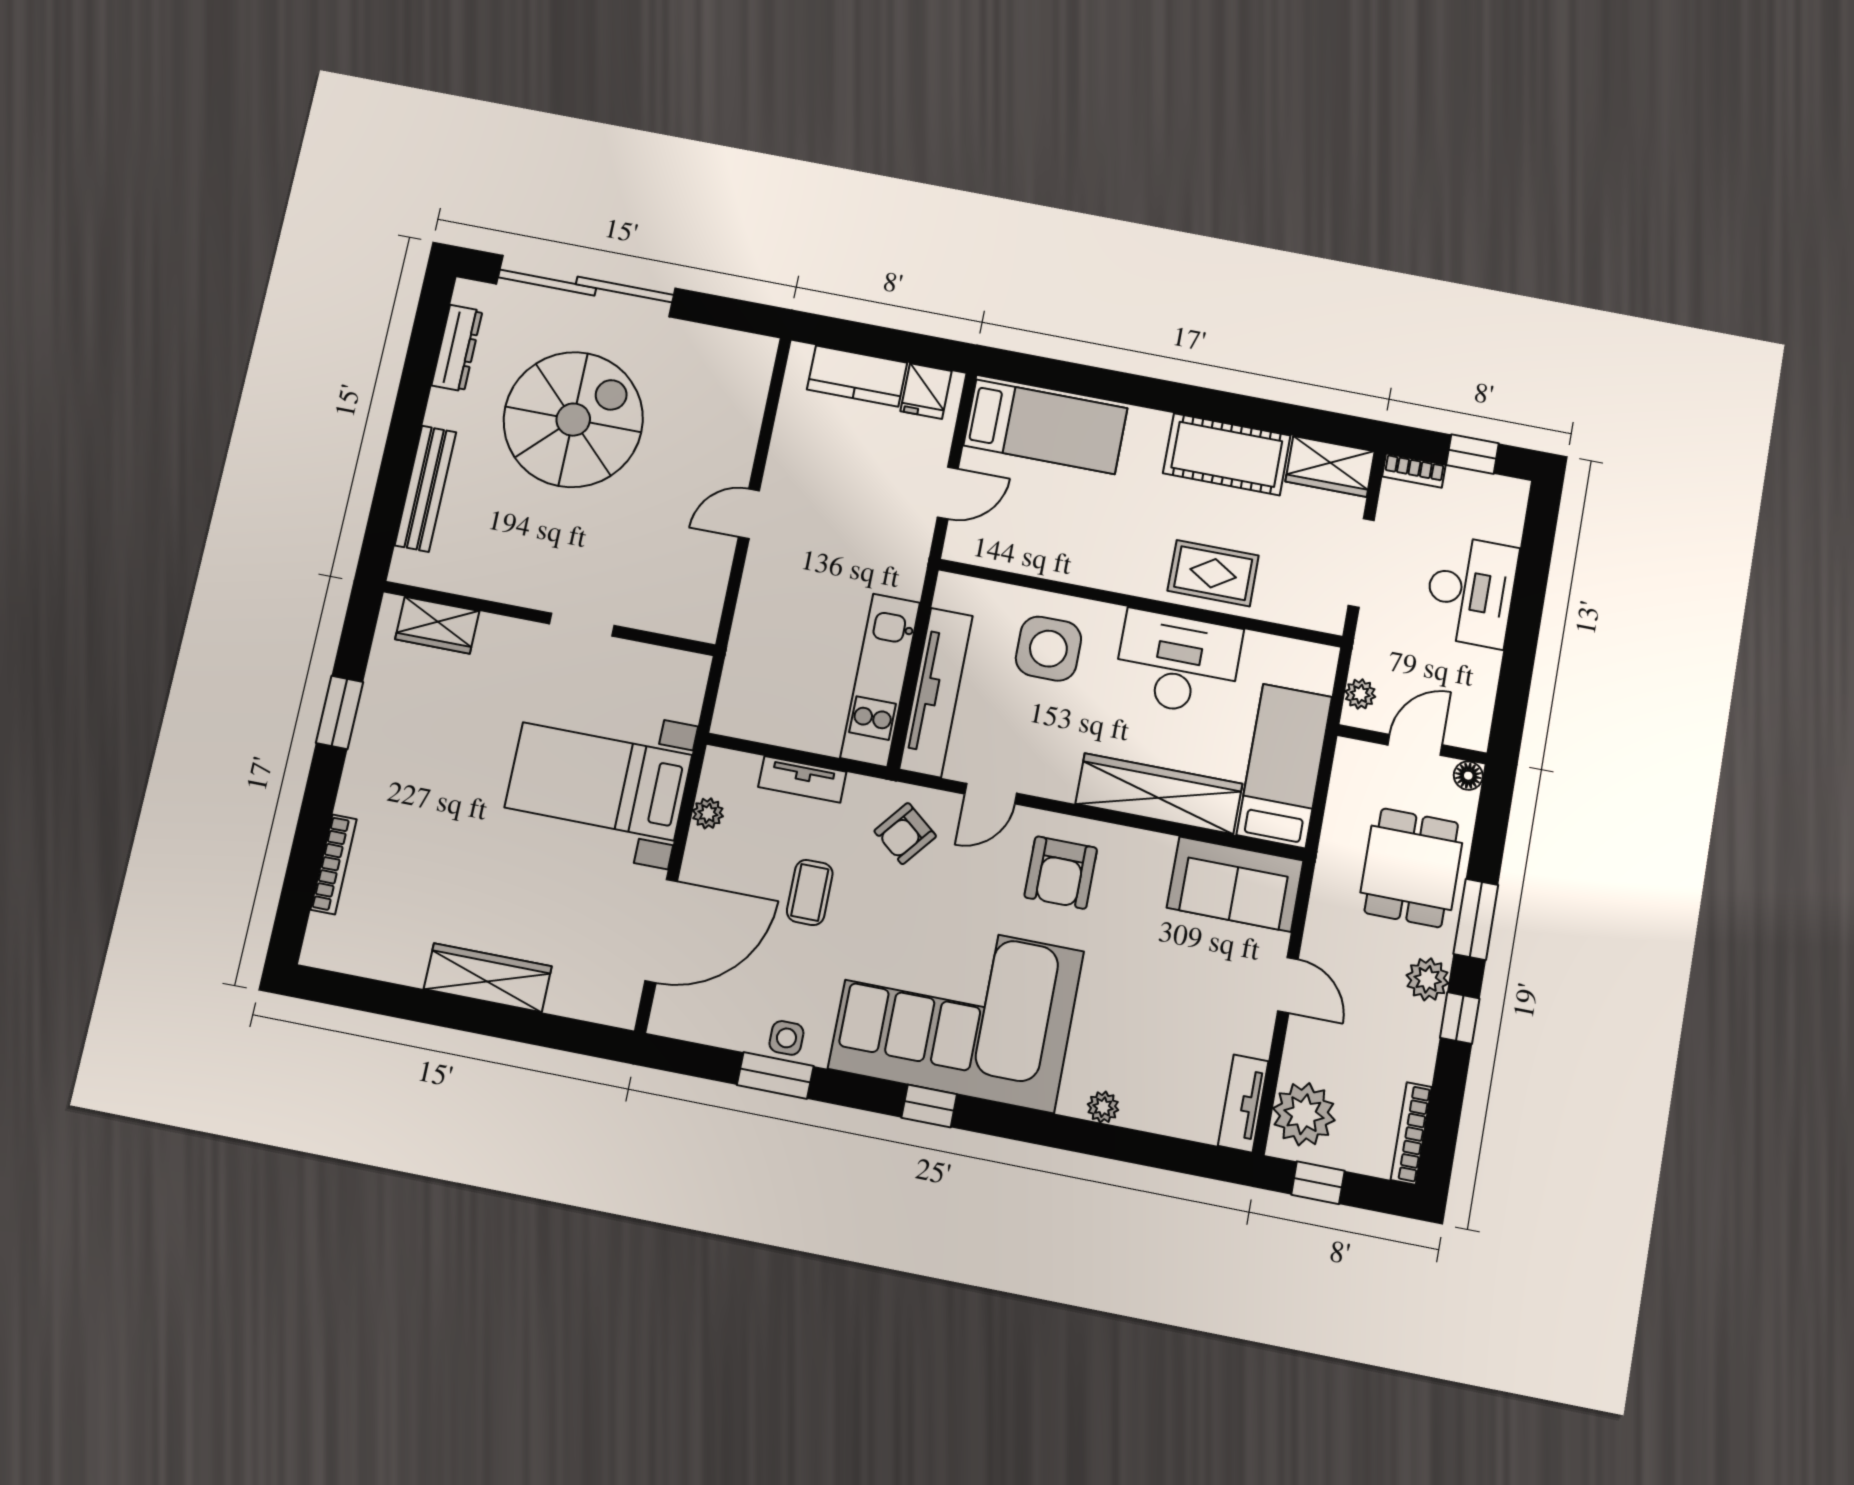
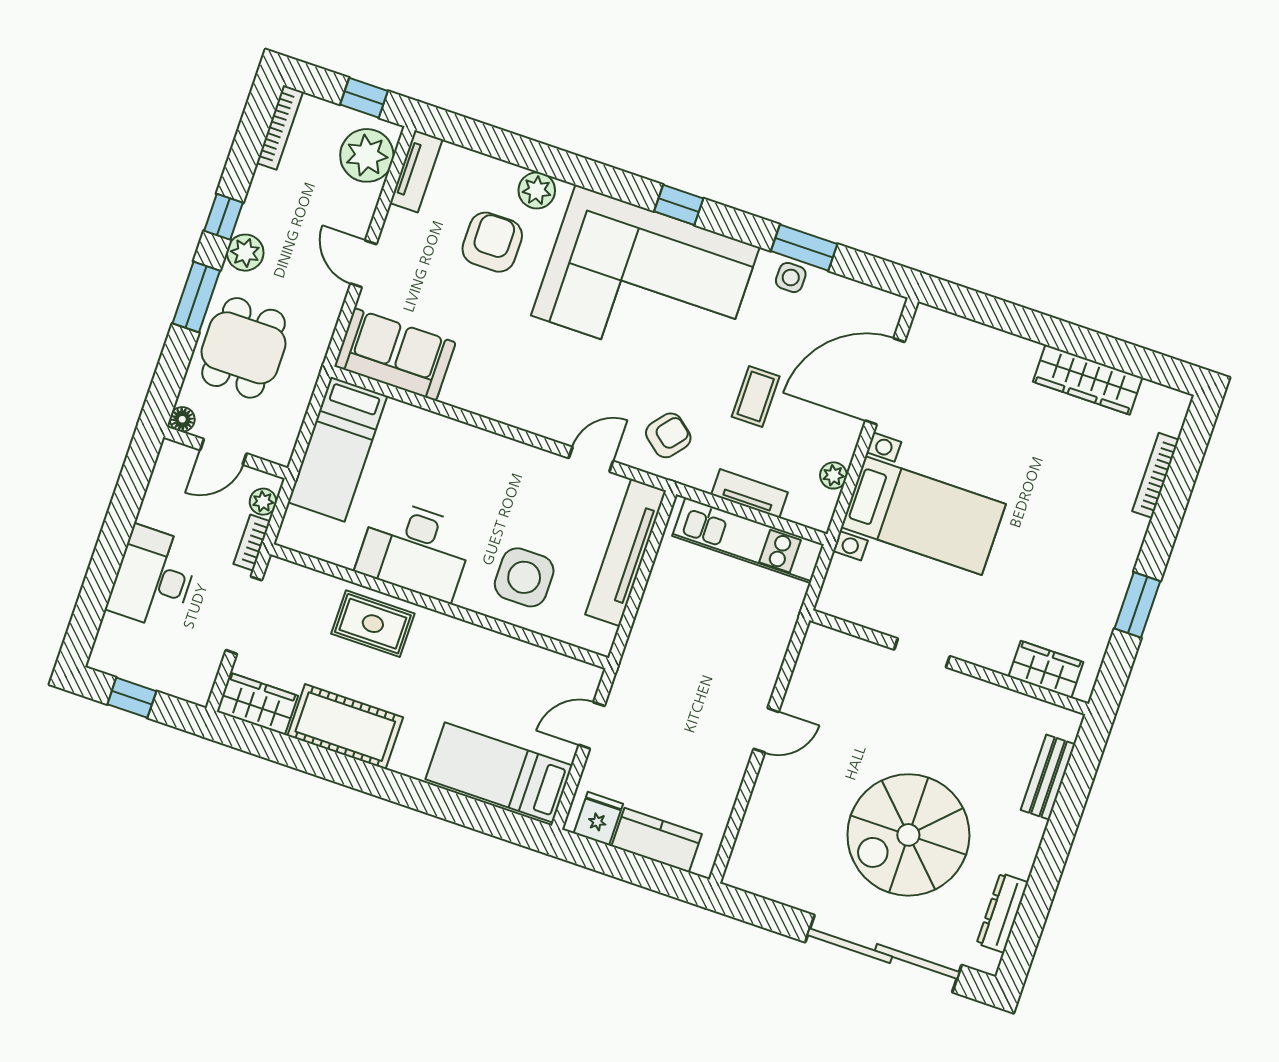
bookcase: (1414, 471) -> (252, 543), moved, turned -90
bench: (425, 489) -> (1048, 777), width x0.73
kitchen unit: (880, 680) -> (748, 540), moved, turned 90
wardrobe: (1159, 794) -> (448, 440), removed
armchair: (1061, 873) -> (492, 242), moved
wardrobe: (488, 978) -> (1088, 380), moved
plant: (1103, 1107) -> (537, 190), width x1.38, depth x1.38

